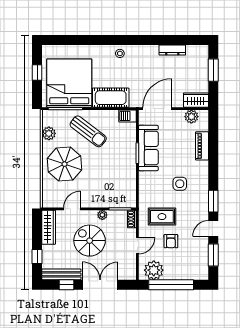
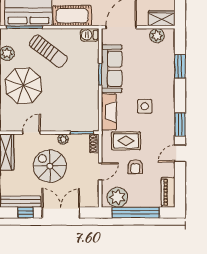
piano: (202, 146) -> (168, 192), moved
fireplace: (146, 189) -> (109, 112), added
window: (213, 255) -> (180, 66), moved

